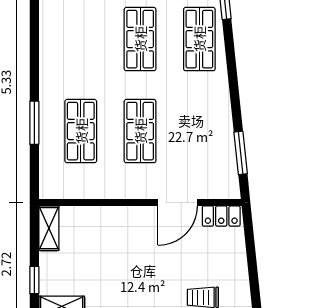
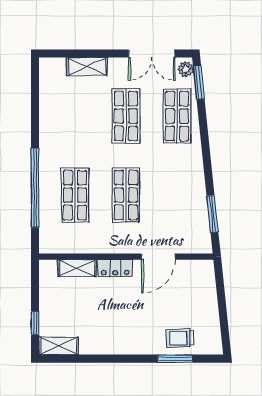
window: (34, 123) -> (35, 188), width x2.11
locker: (221, 216) -> (115, 268), moved
shelving: (49, 228) -> (77, 268), moved, turned 90

